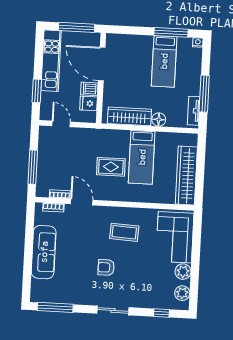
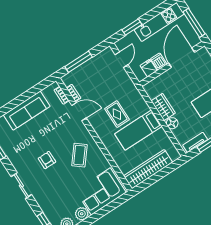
wardrobe: (129, 116) -> (163, 107), width x0.67
door: (82, 202) -> (79, 112), hinge flipped
coffee table: (124, 232) -> (79, 155), turned 36

